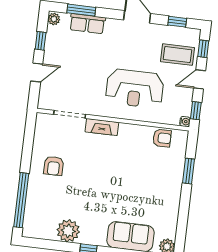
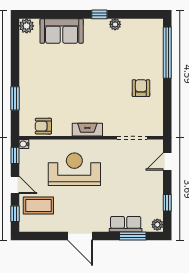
window: (177, 22) -> (42, 236), removed
door: (37, 72) -> (167, 162), moved
door: (200, 79) -> (15, 185), hinge flipped
fireplace: (102, 127) -> (87, 130), moved
plant: (68, 231) -> (115, 24), width x0.53, depth x0.53

